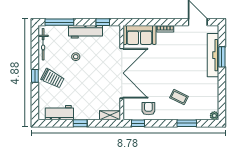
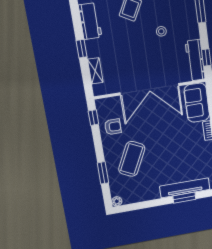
workbench: (86, 32) -> (195, 60), moved
coffee table: (179, 97) -> (132, 159), width x1.86, depth x1.72
shelving: (110, 115) -> (95, 71), moved

